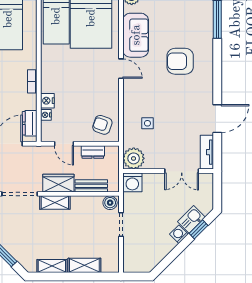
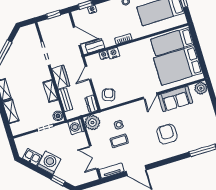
coffee table: (170, 129) -> (119, 141), added
dresser: (93, 152) -> (91, 104), moved
shelving: (55, 203) -> (51, 91), moved
kitchen sink: (191, 219) -> (32, 157), moved
washing machine: (179, 234) -> (49, 163), width x1.89, depth x1.89

